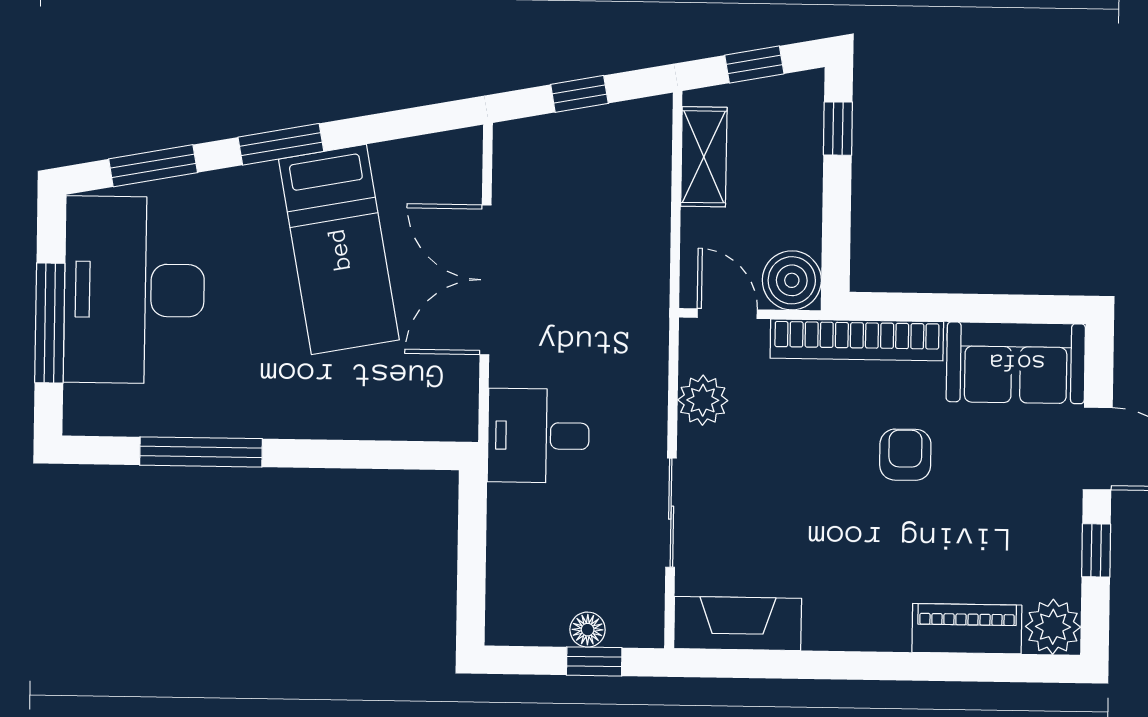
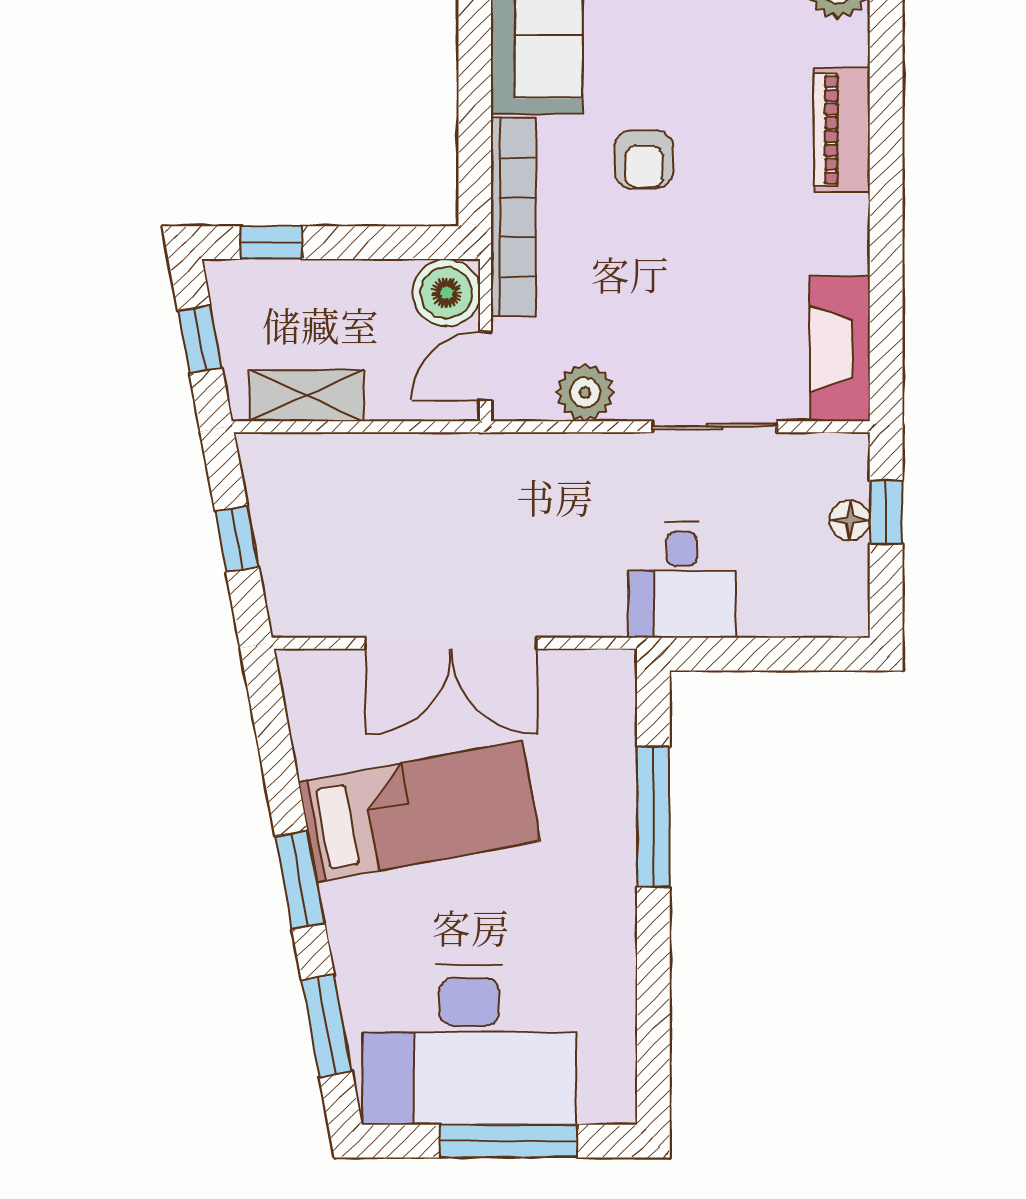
desk: (538, 436) -> (682, 580), moved
window: (201, 452) -> (653, 817), moved
armchair: (905, 455) -> (644, 160), turned -90
piano: (967, 629) -> (842, 130), moved

